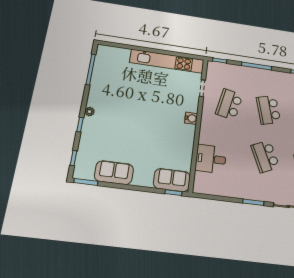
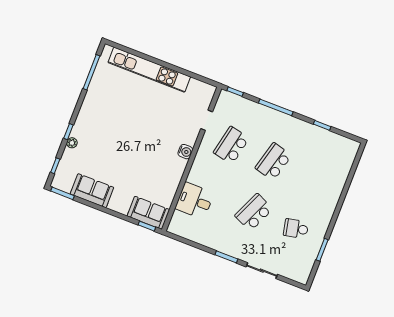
kitchen unit: (167, 61) -> (149, 70), moved
school desk: (268, 110) -> (273, 162), turned 30
plant: (90, 112) -> (72, 143), moved
school desk: (265, 156) -> (254, 212), turned 48

